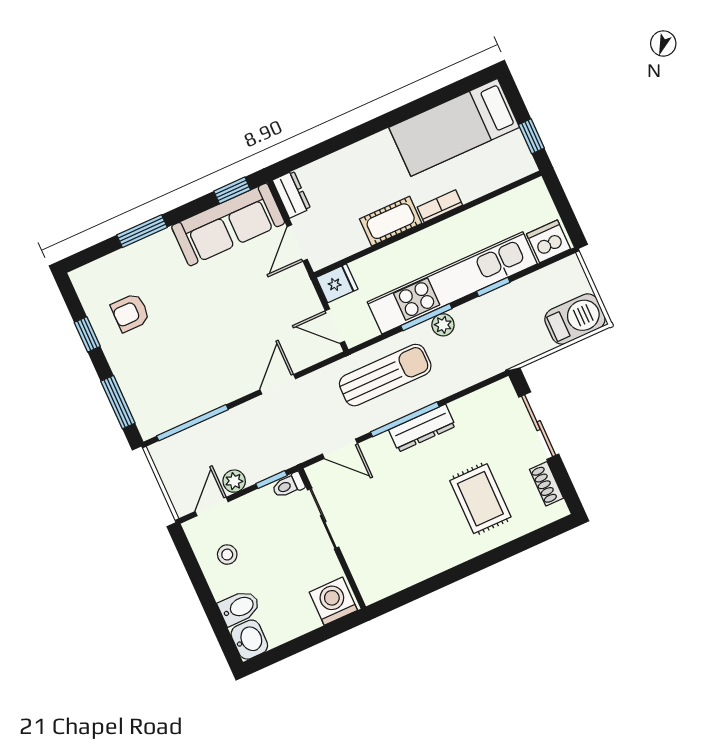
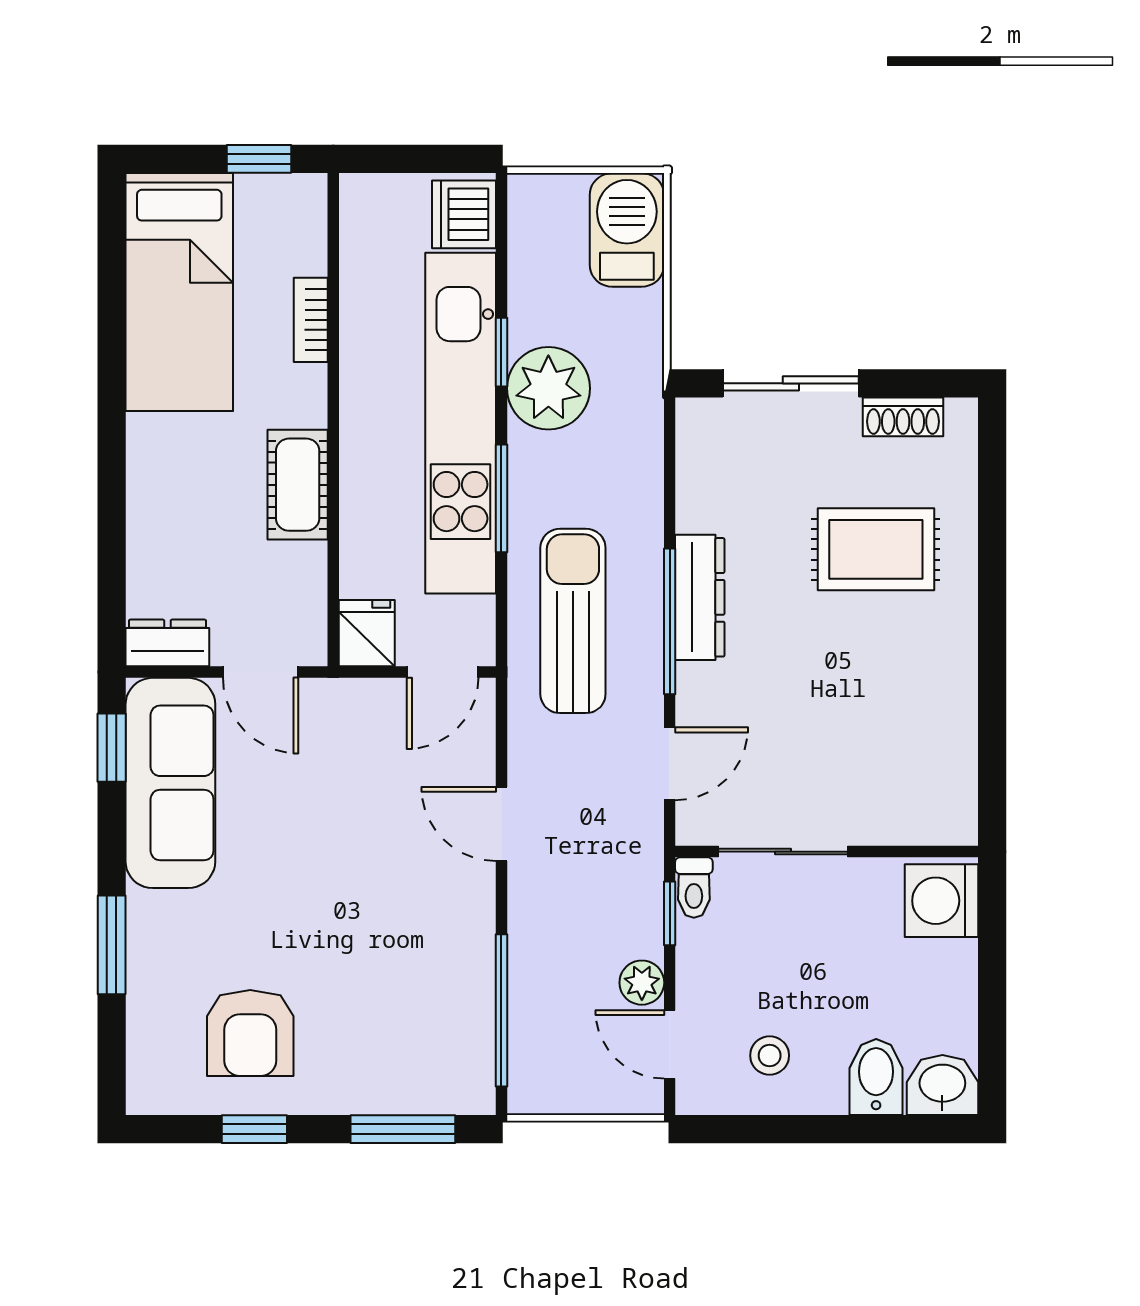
bookcase: (440, 206) -> (311, 320), moved
armchair: (130, 313) -> (250, 1033), width x1.38, depth x1.38
plant: (443, 325) -> (548, 388), moved, width x1.88, depth x1.88

